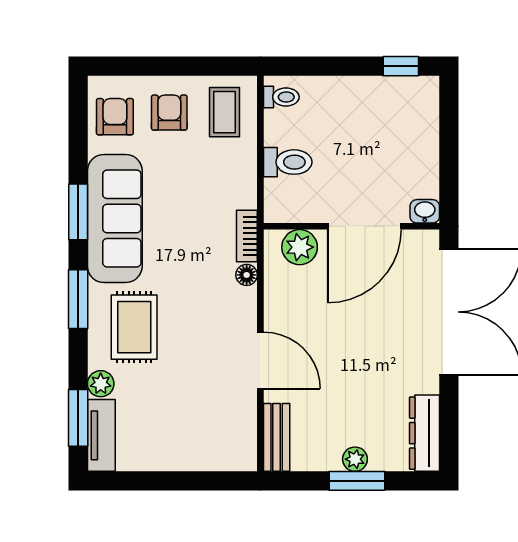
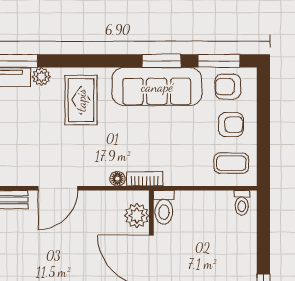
armchair: (115, 117) -> (228, 87), turned 180
toilet: (288, 162) -> (164, 207), moved
window: (78, 299) -> (219, 61), moved
rug: (134, 327) -> (81, 100), turned 90

